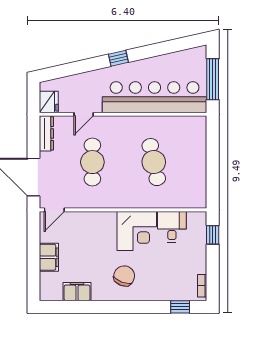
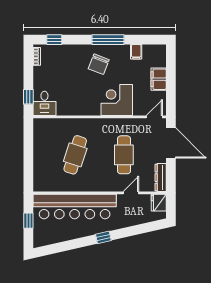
window: (213, 79) -> (28, 221), width x0.46
cafe table: (154, 162) -> (75, 155), turned 30
desk: (172, 227) -> (44, 103), moved
corner desk: (137, 231) -> (117, 100), moved
filing cabinet: (77, 292) -> (136, 52), width x0.50
window: (113, 307) -> (108, 40), added

